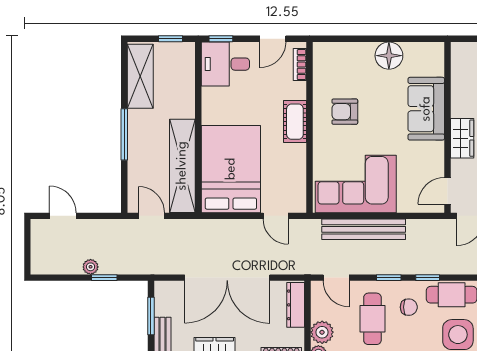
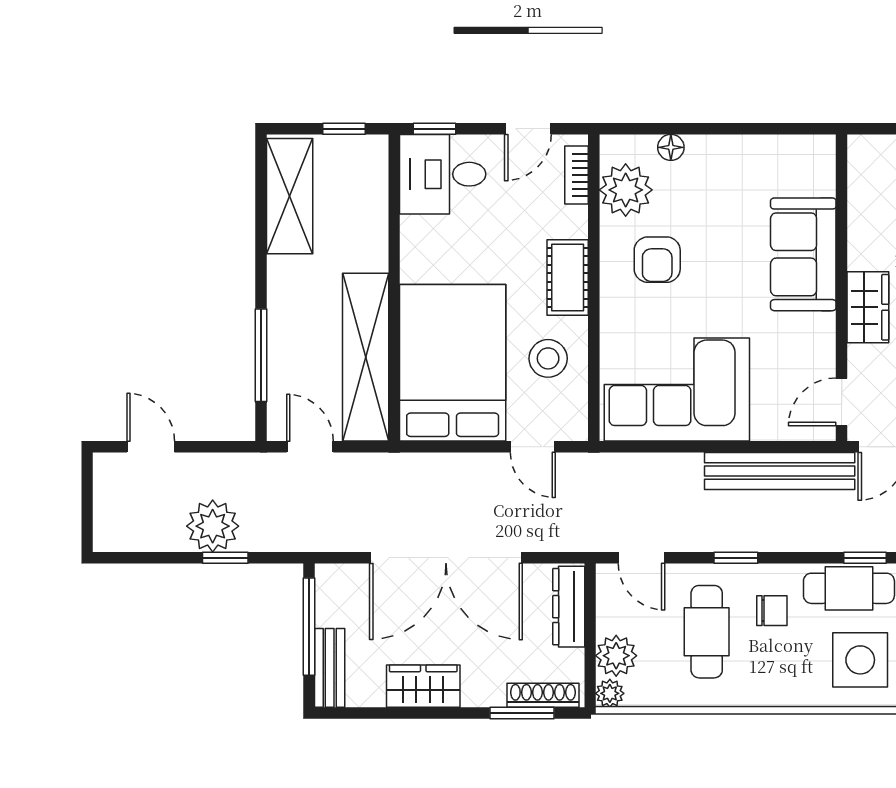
floor lamp: (389, 56) -> (671, 147), moved, width x0.53, depth x0.53
plant: (327, 73) -> (626, 190), added
armchair: (345, 112) -> (657, 260), turned -90
window: (124, 134) -> (261, 355), moved
stool: (284, 167) -> (548, 358), added
bench: (364, 229) -> (780, 471), moved
plant: (91, 267) -> (213, 526), width x1.88, depth x1.88
window: (428, 278) -> (865, 558), moved
window: (151, 316) -> (309, 627), width x1.44

